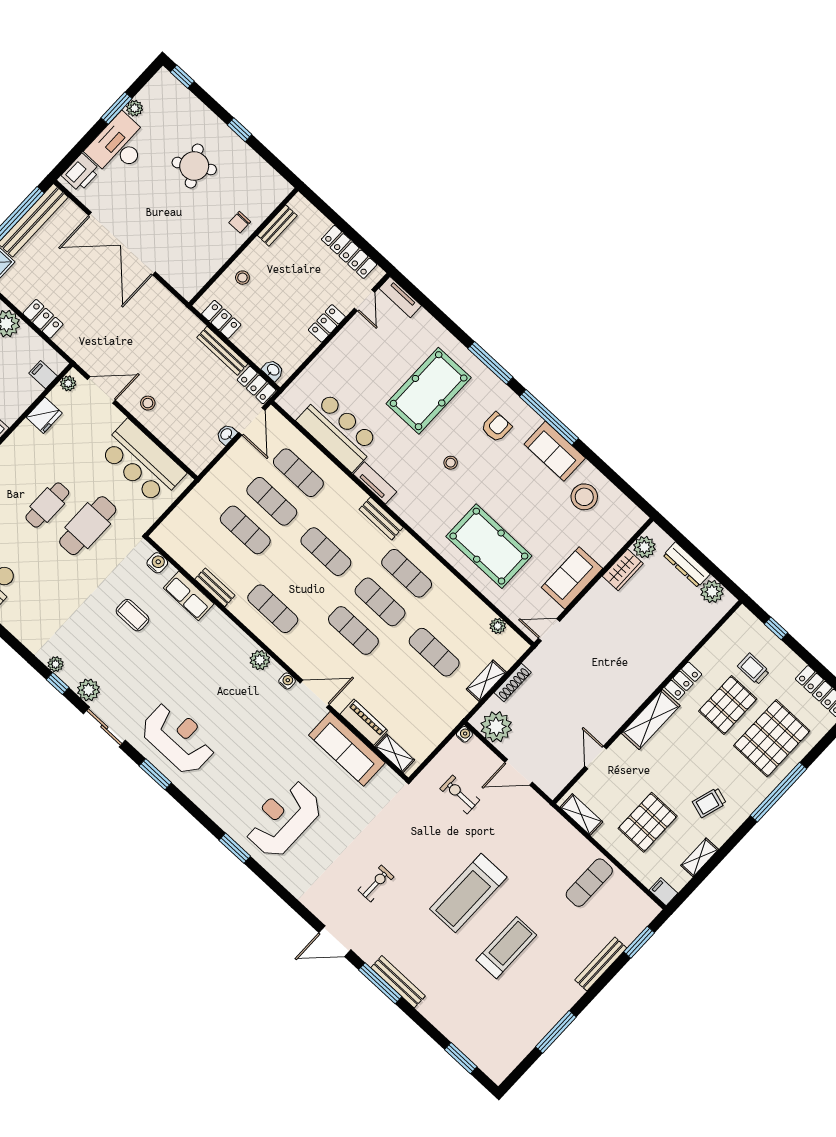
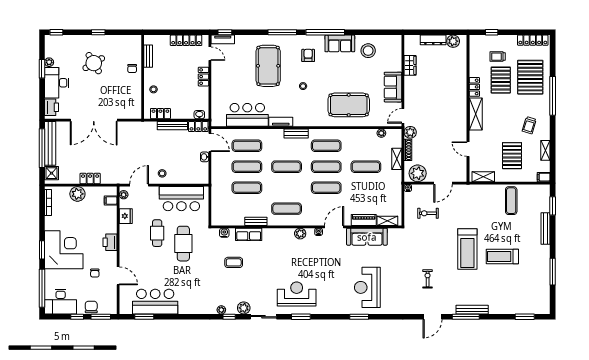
window: (412, 290) -> (225, 32), added
cafe table: (47, 505) -> (157, 233), moved
plant: (644, 547) -> (410, 132), moved
treadmill: (506, 948) -> (502, 256), turned -90

